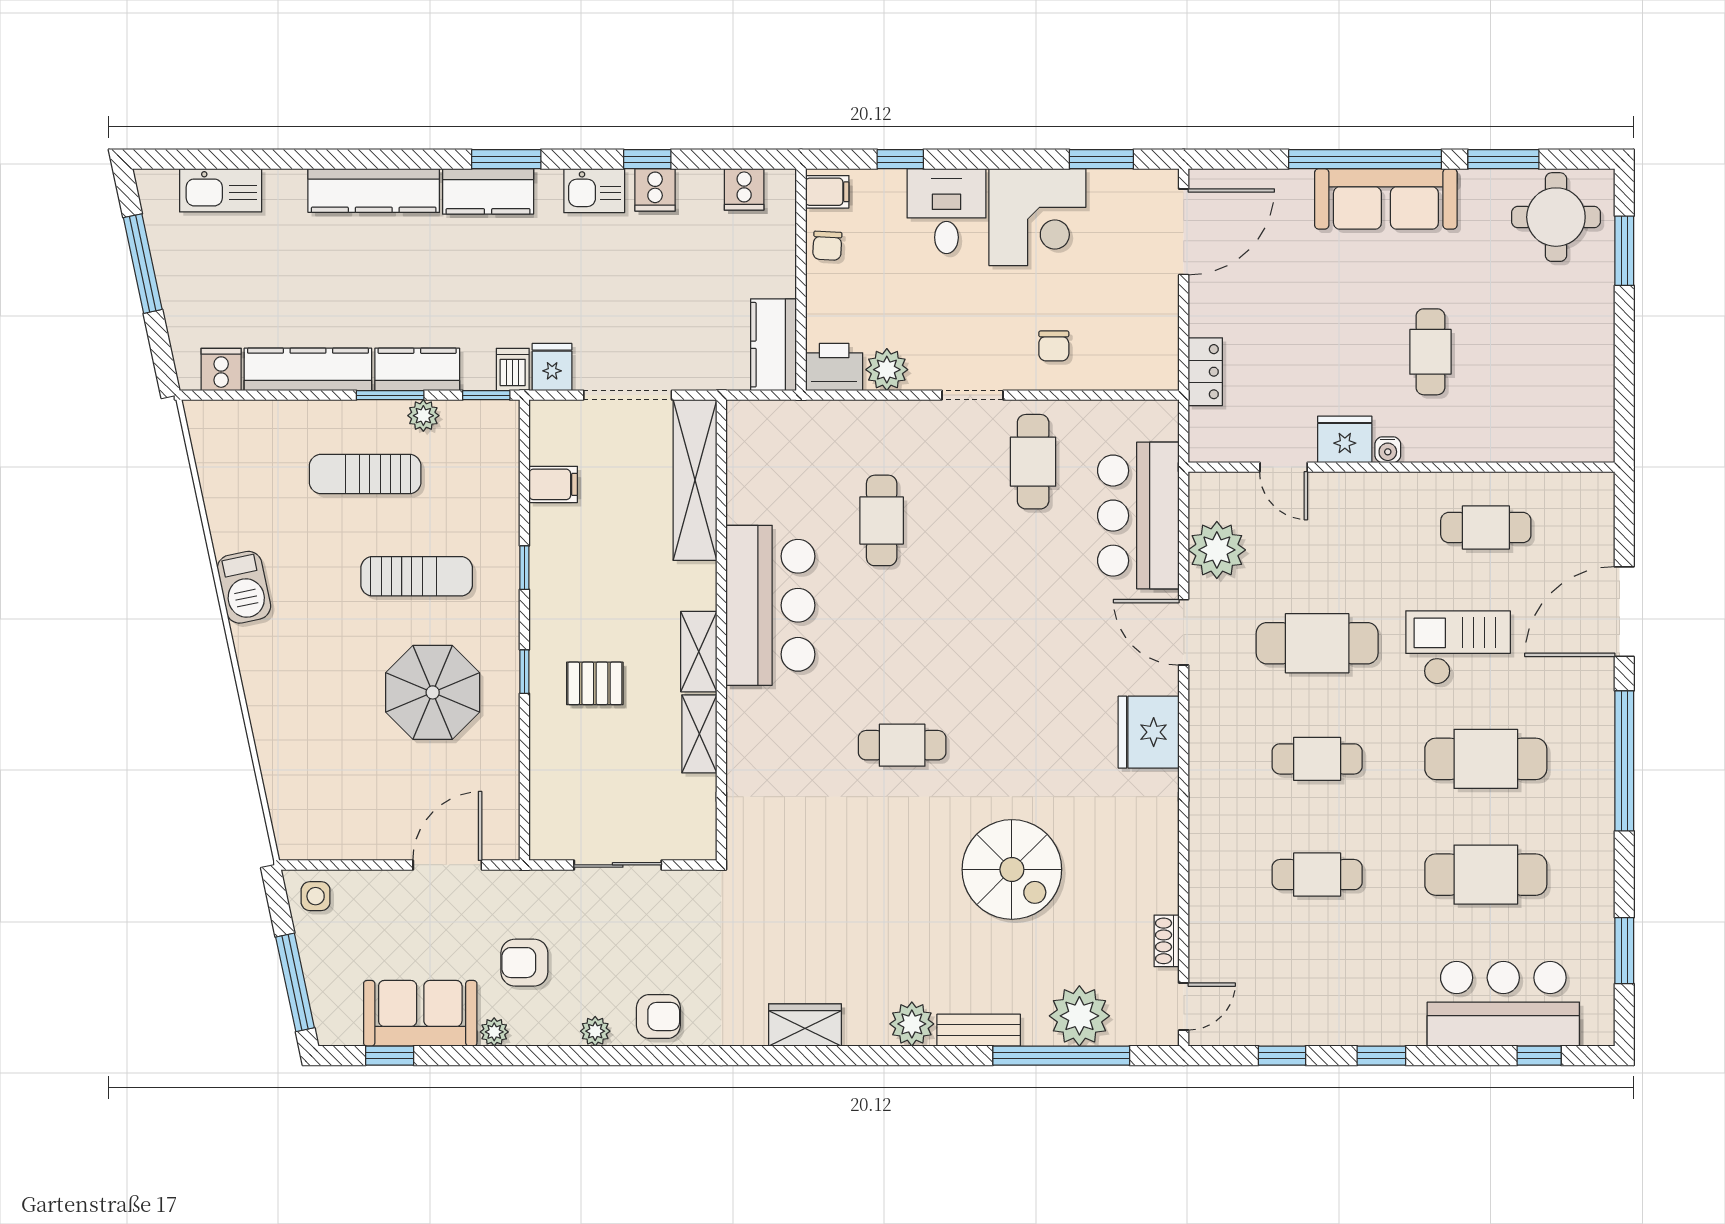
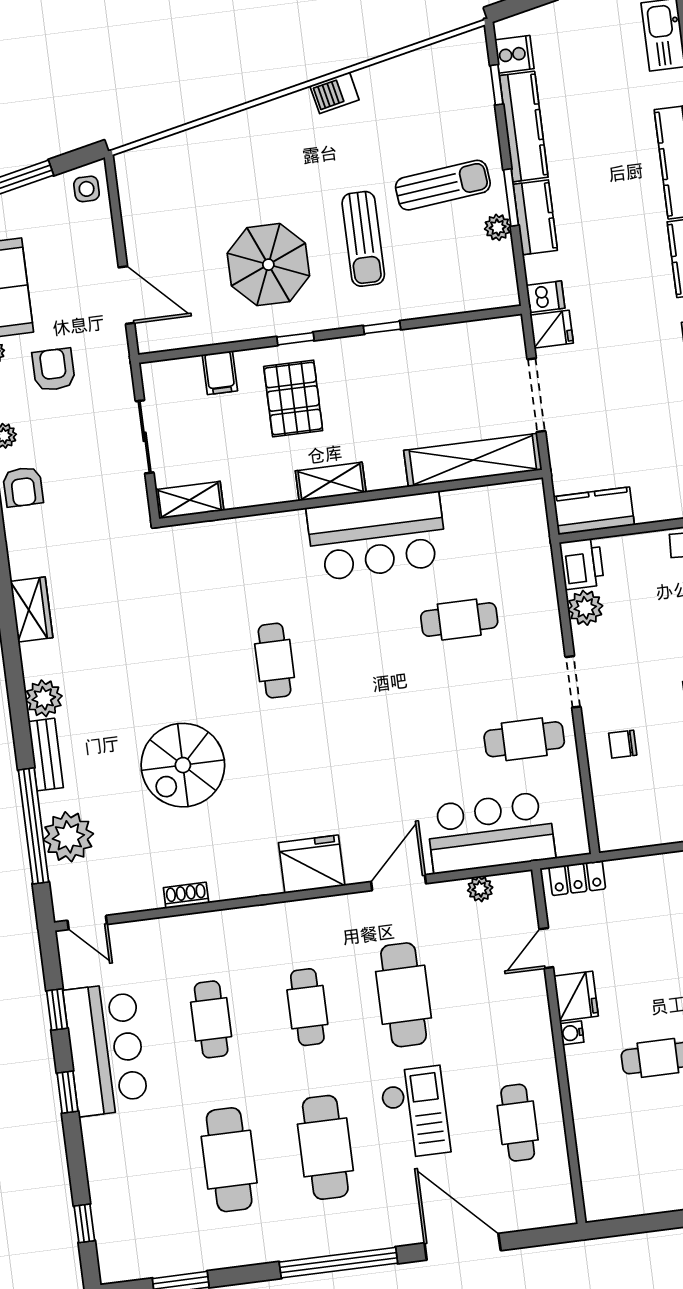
locker: (1205, 372) -> (577, 878), moved
window: (486, 395) -> (497, 85), moved
sun lounger: (365, 474) -> (443, 185), turned 84
filing cabinet: (553, 484) -> (220, 373), moved
plant: (1217, 550) -> (480, 889), width x0.53, depth x0.53
barbecue: (244, 587) -> (334, 93), width x0.73, depth x0.79
pallet: (595, 683) -> (293, 398), width x1.50, depth x1.42
shelving: (699, 734) -> (190, 500), moved
shoe rack: (1167, 941) -> (186, 895), moved
bar counter: (1503, 1004) -> (106, 1049), moved

